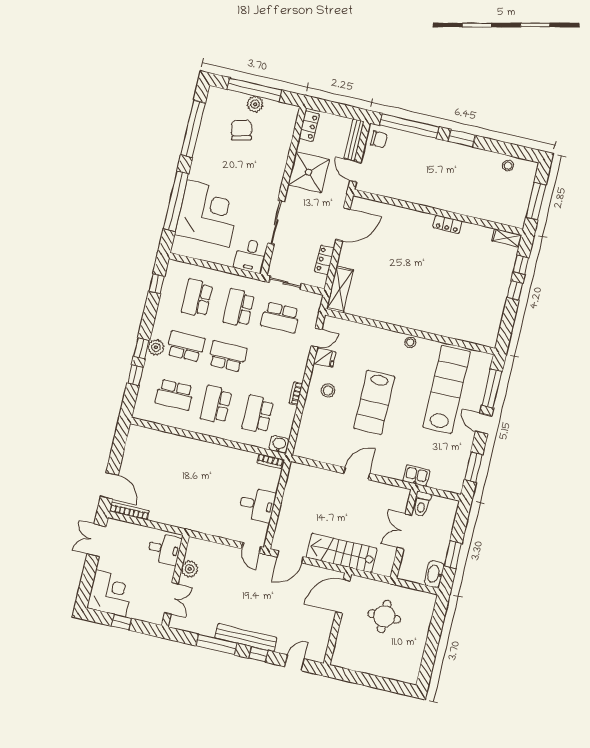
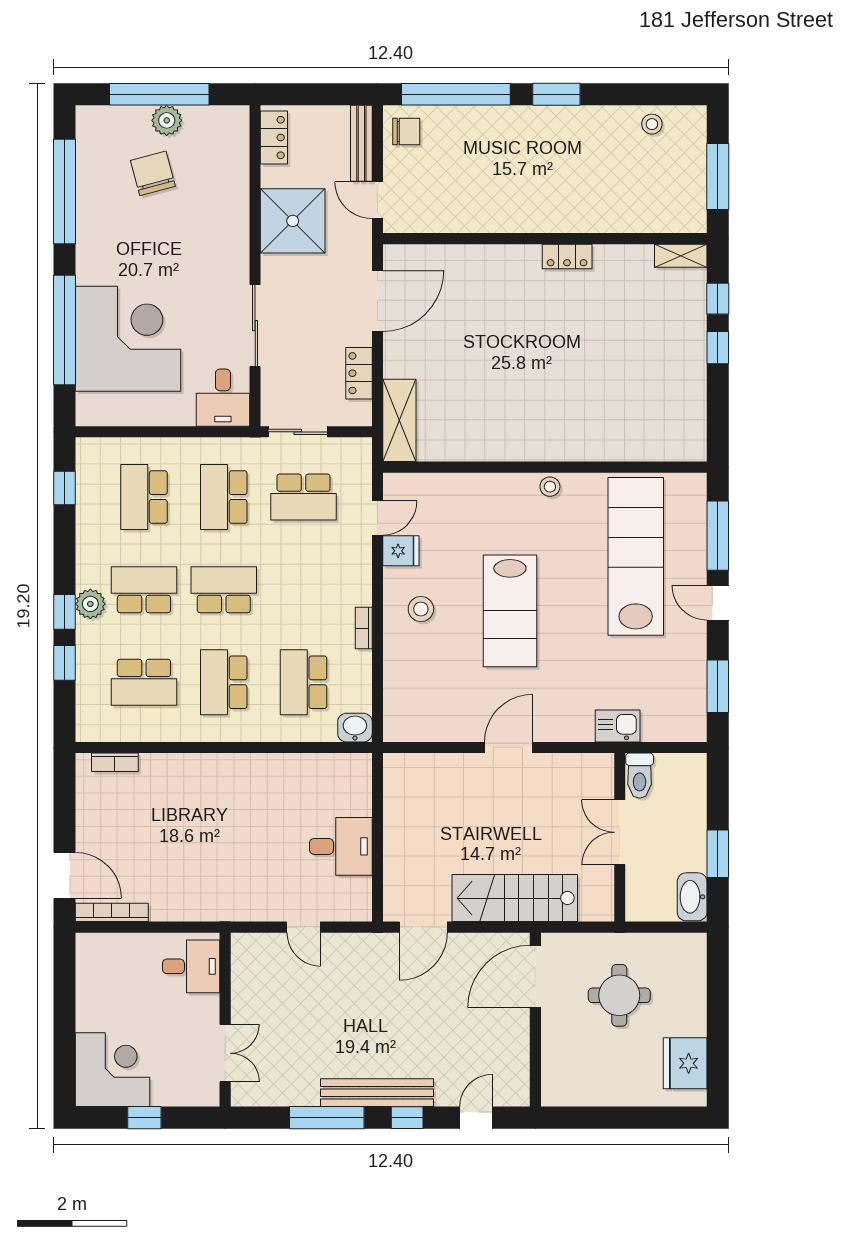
bookcase: (270, 461) -> (115, 762), moved
double door: (96, 540) -> (65, 980), removed
door: (251, 548) -> (304, 927), moved
plant: (190, 569) -> (246, 992), removed
fridge: (410, 660) -> (685, 1063), added

